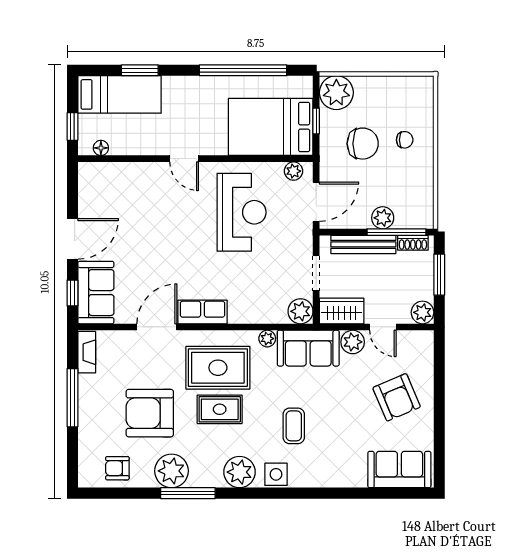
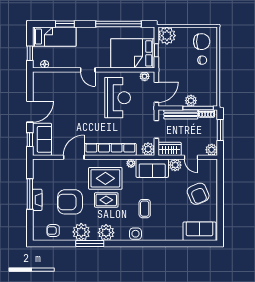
chair: (363, 144) -> (202, 42), moved
row of seats: (202, 312) -> (110, 149), width x2.02
fireplace: (87, 352) -> (37, 200), moved
plant: (240, 472) -> (106, 233), moved

